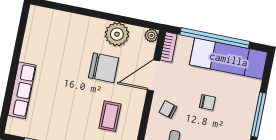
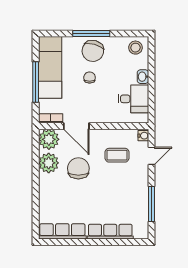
row of seats: (34, 34) -> (62, 231), added
plant: (151, 35) -> (49, 139), width x1.88, depth x1.88
window: (215, 38) -> (36, 82), width x0.68
chair: (168, 110) -> (93, 51), moved, width x1.87, depth x1.87

